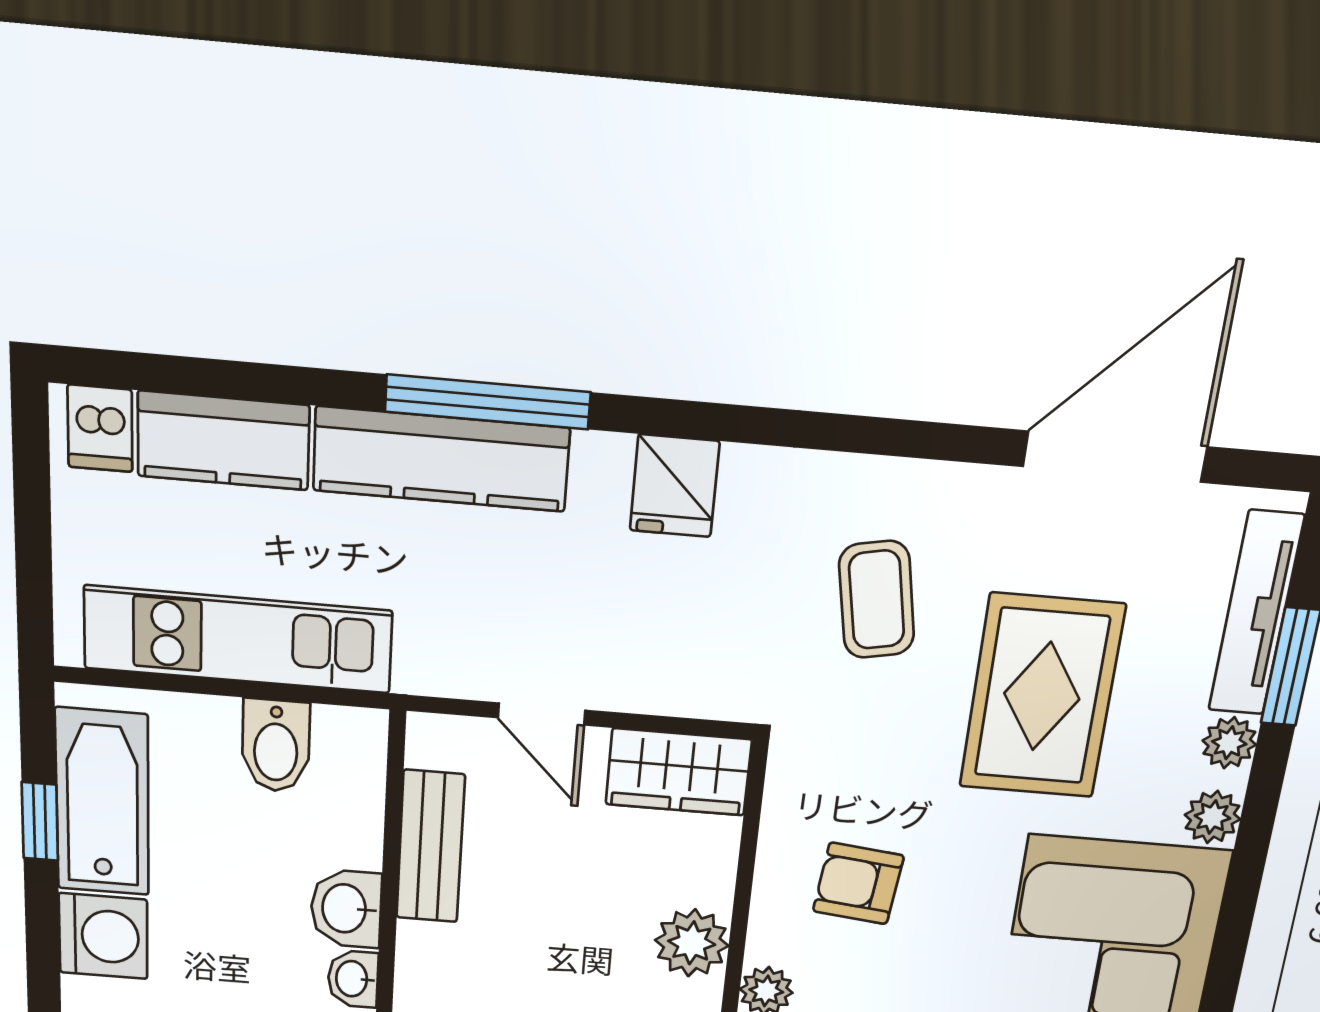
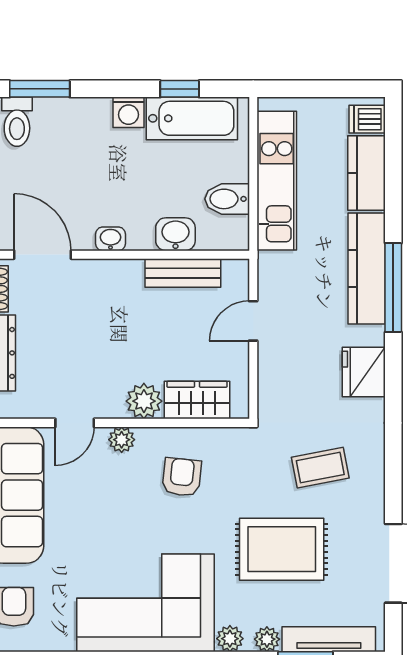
fridge: (675, 486) -> (364, 372), width x1.38
wardrobe: (679, 772) -> (197, 400), moved, turned 90
washbasin: (346, 909) -> (175, 234), moved
washing machine: (103, 936) -> (129, 112), width x0.73, depth x0.73

